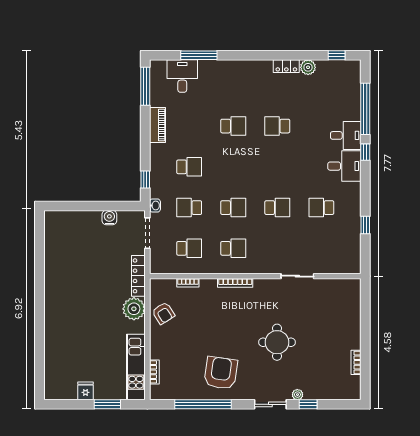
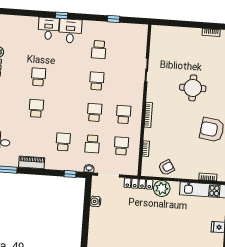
window: (365, 109) -> (30, 13), removed
school desk: (277, 126) -> (38, 77), turned 180

